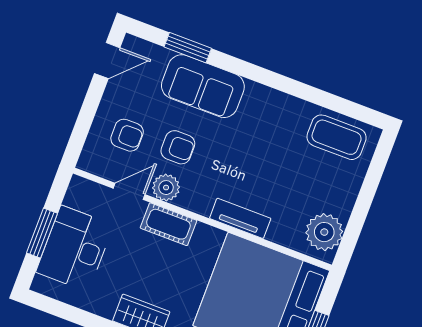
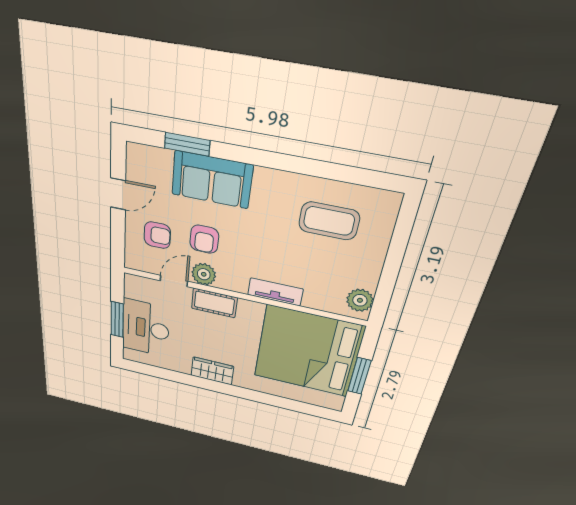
door: (107, 61) -> (118, 194), moved
coffee table: (337, 137) -> (329, 221), moved
armchair: (178, 147) -> (204, 239), turned 90
plant: (324, 232) -> (360, 300), width x0.73, depth x0.73

